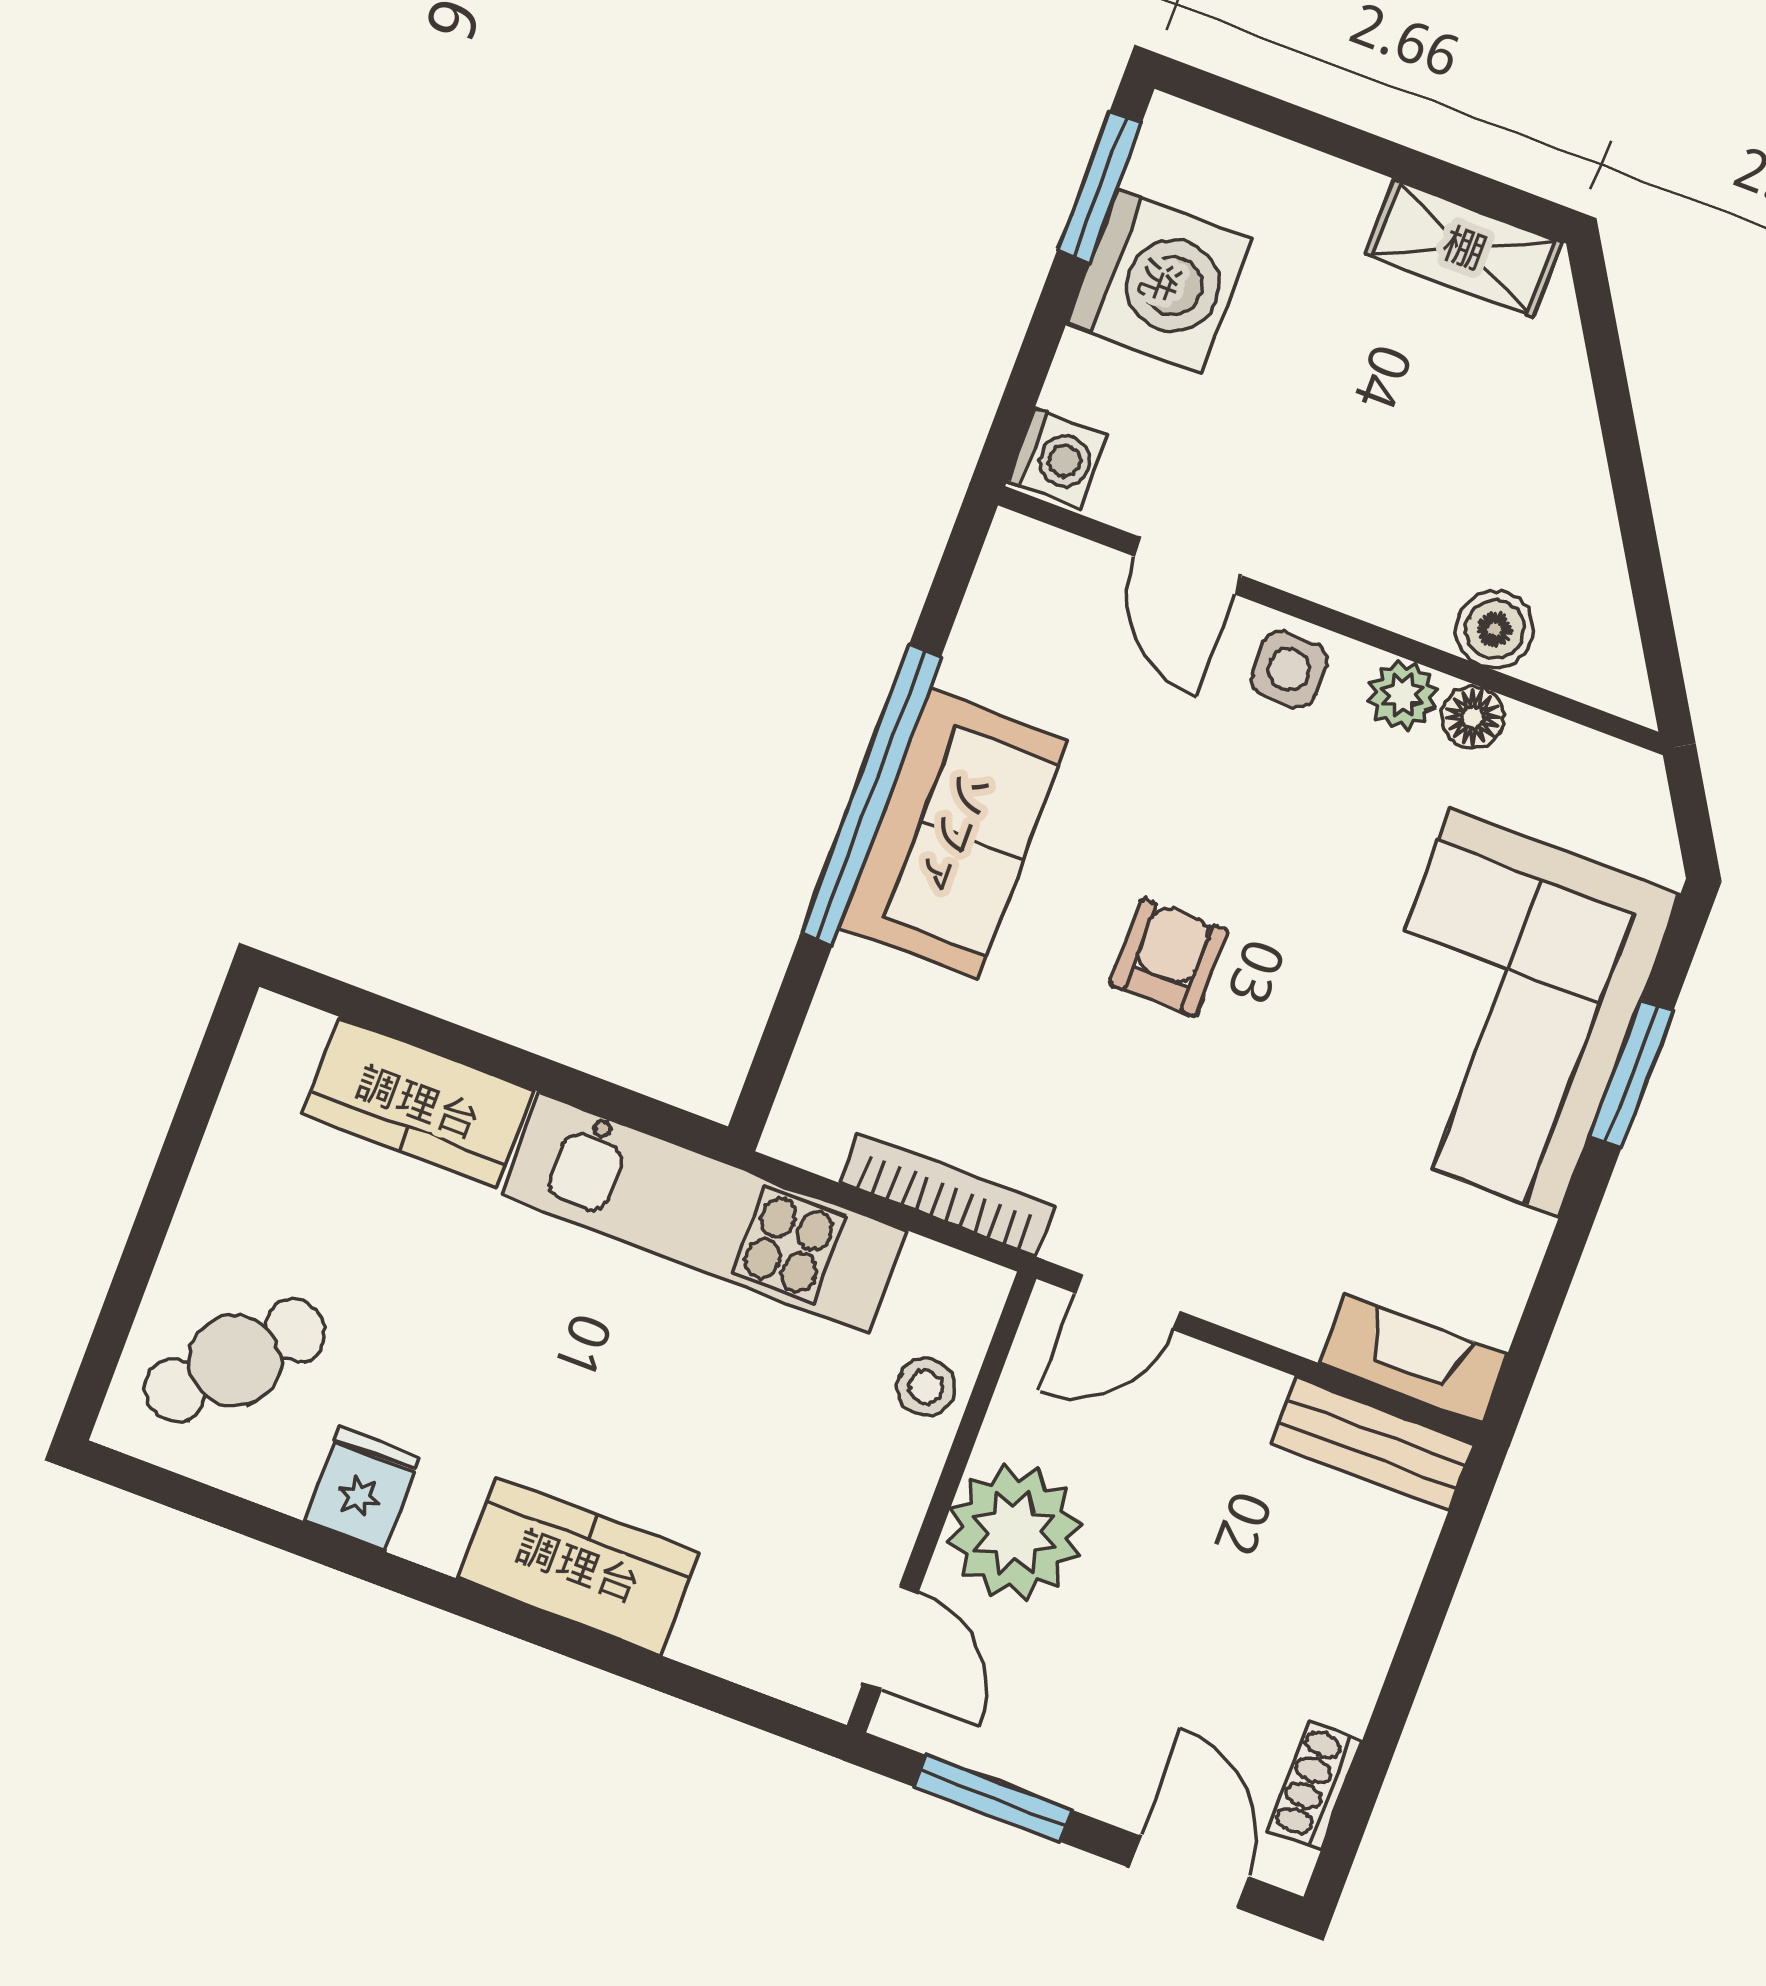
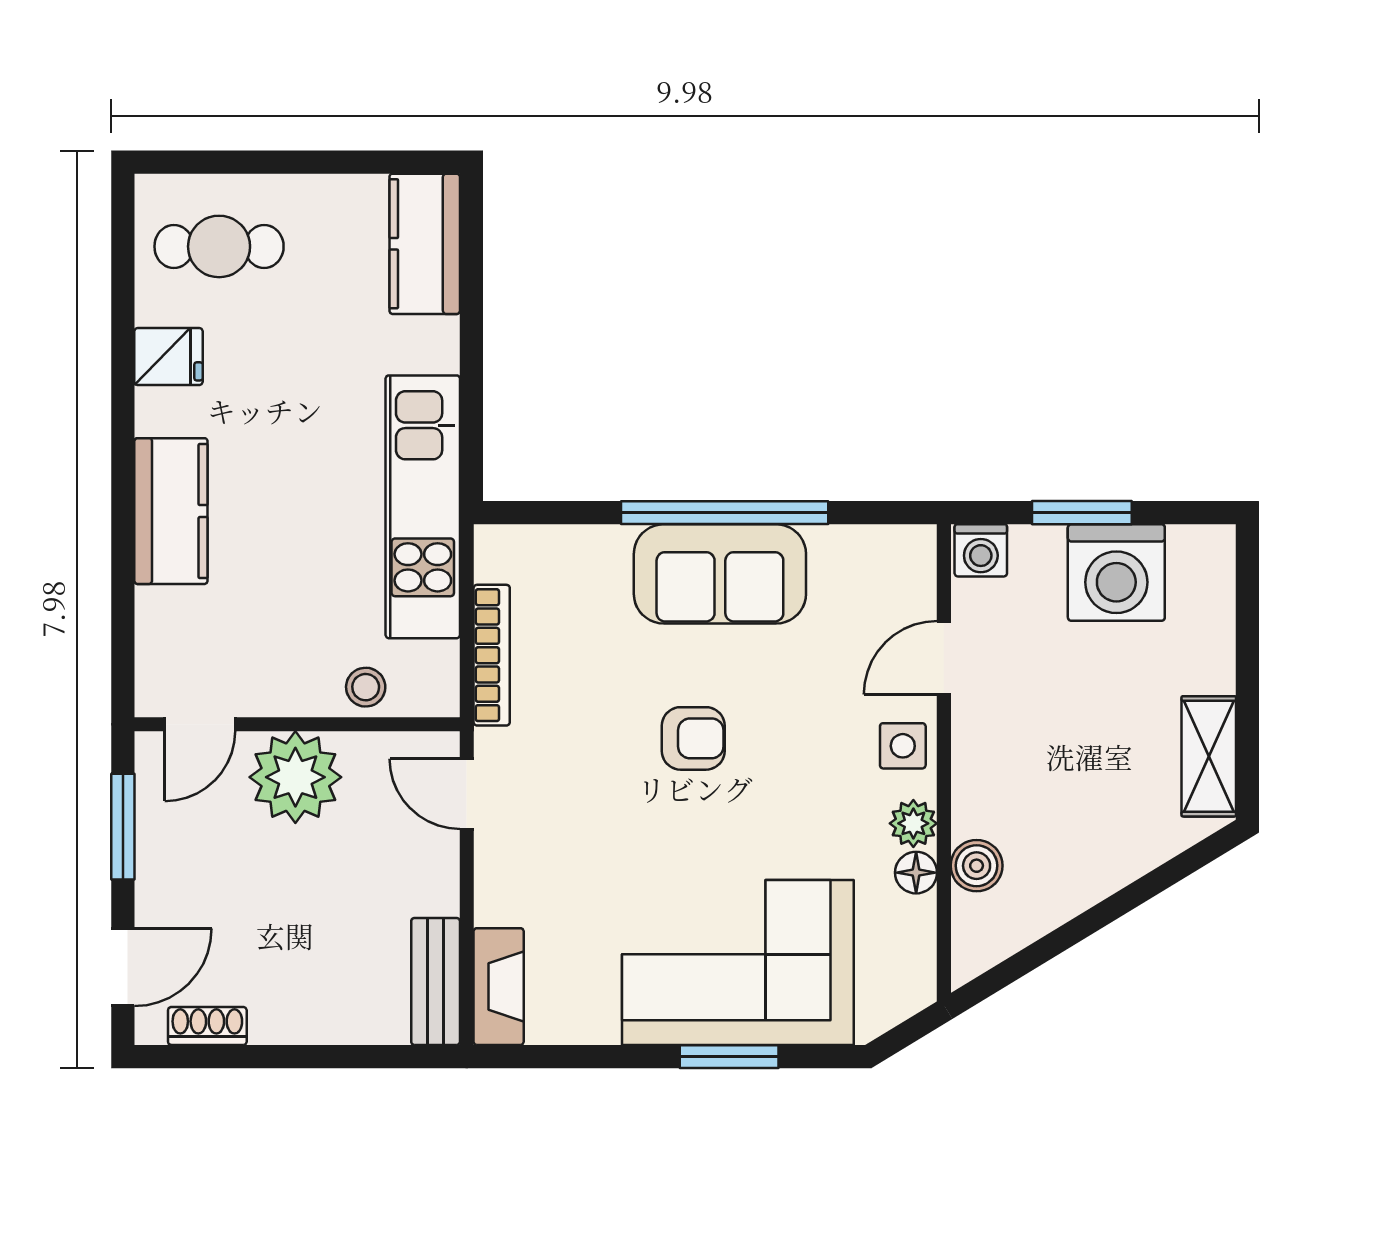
window: (1099, 187) -> (1082, 513), moved
kitchen counter: (418, 1102) -> (425, 244), moved
cafe table: (235, 1361) -> (219, 246), turned -43

